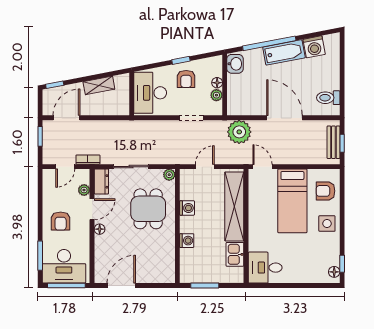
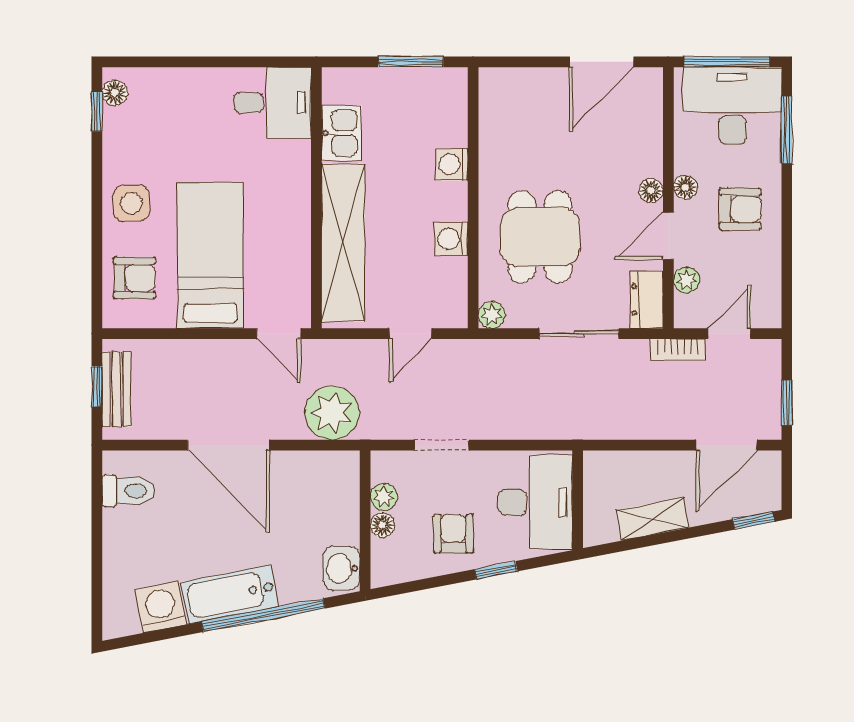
window: (181, 60) -> (496, 570), moved
armchair: (61, 221) -> (740, 209), turned 90
floor lamp: (85, 231) -> (685, 187), added

